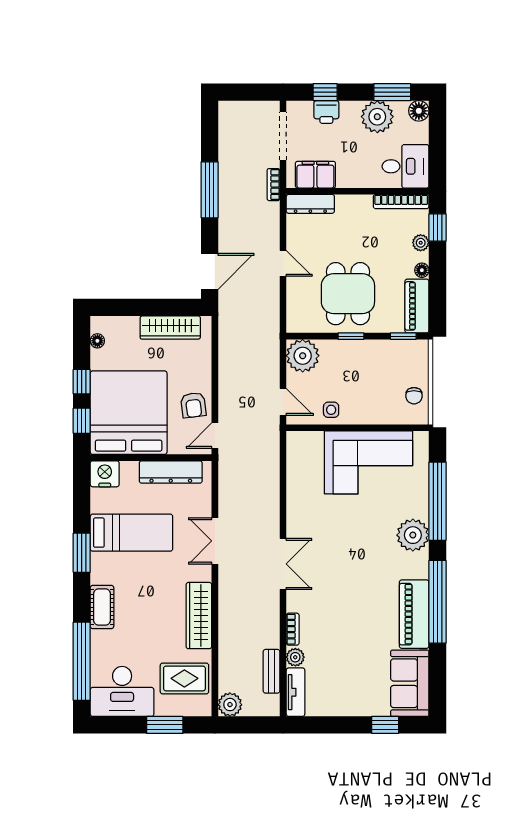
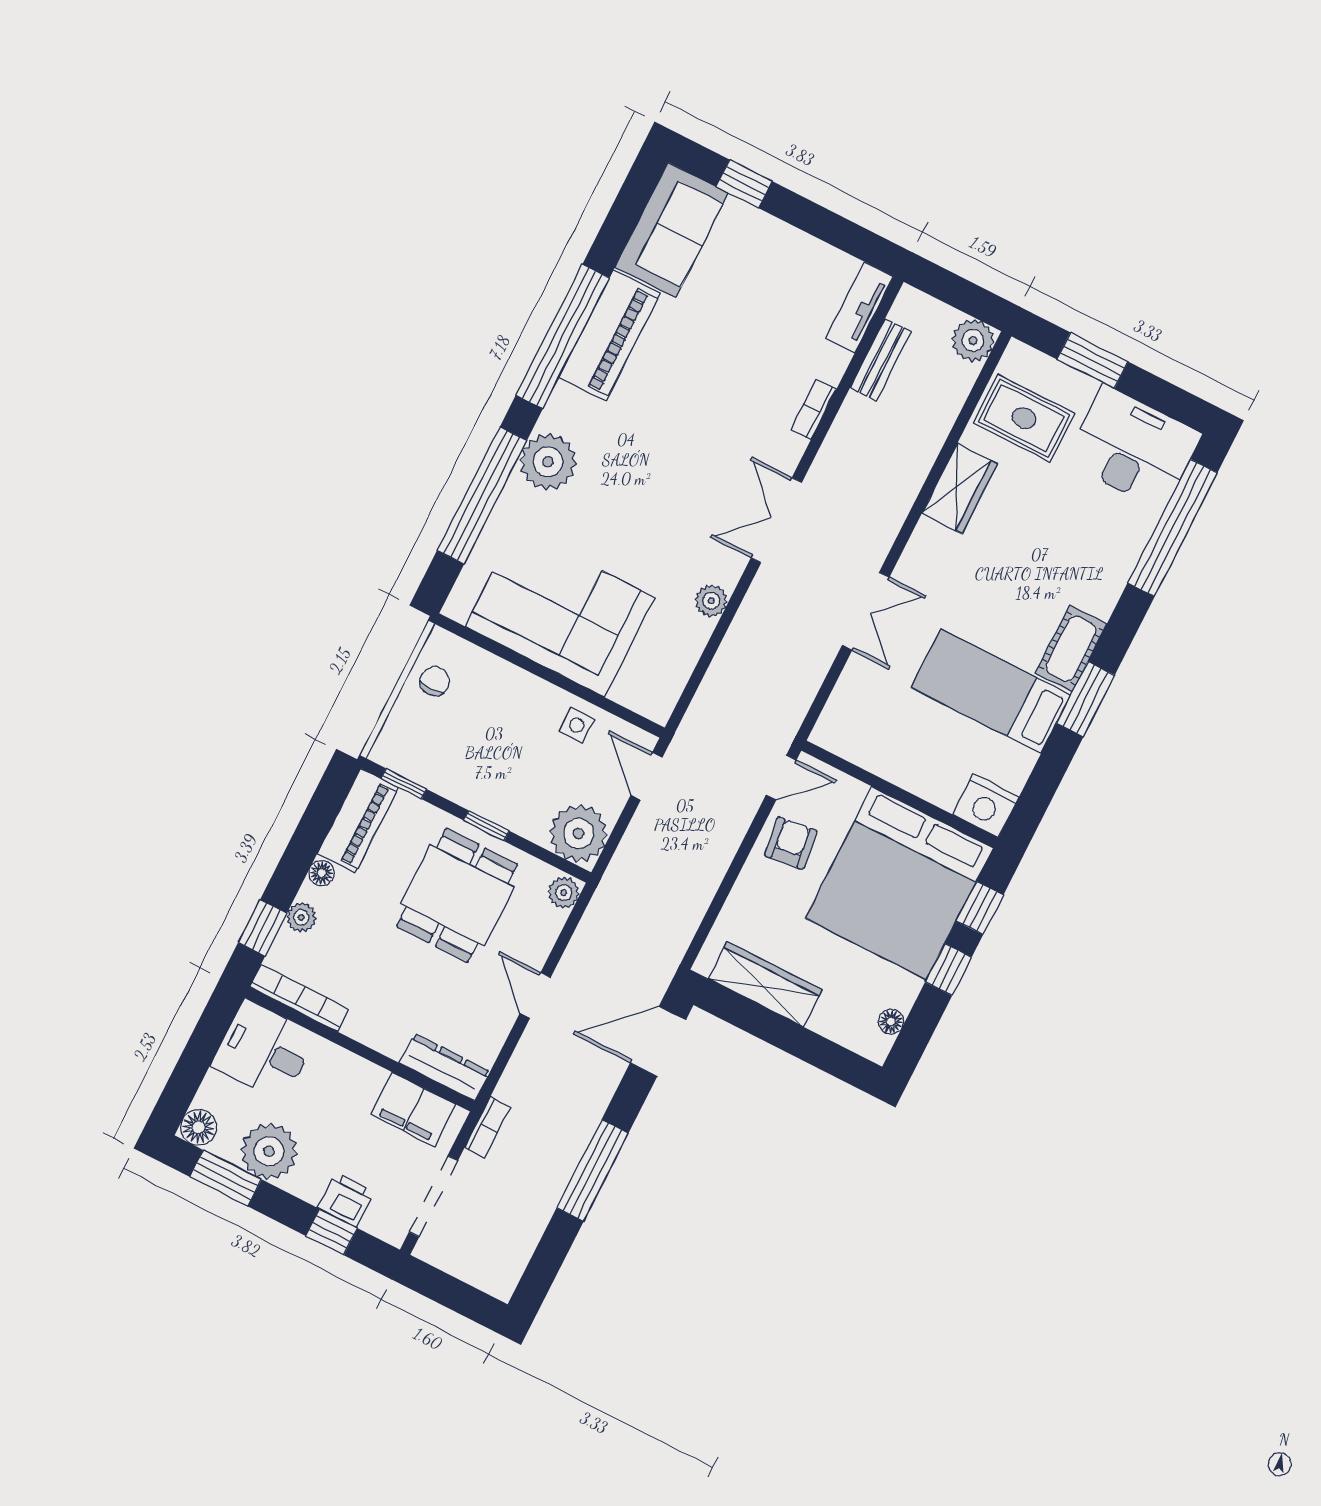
plant: (295, 322) -> (564, 893), added
dresser: (171, 472) -> (880, 756), removed
cot: (102, 607) -> (1071, 649), moved
wardrobe: (199, 616) -> (960, 489), width x0.67
plant: (295, 657) -> (711, 601), moved

